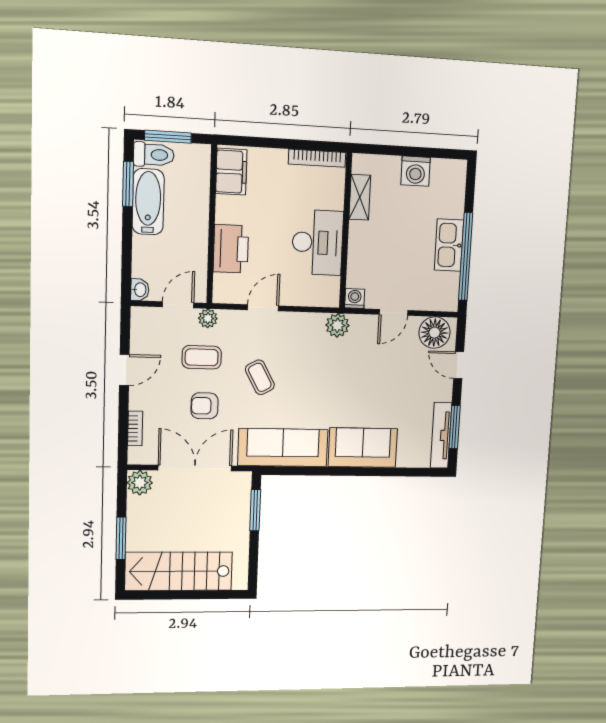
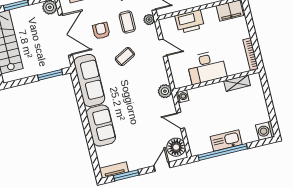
washing machine: (416, 171) -> (265, 131), moved
tv unit: (441, 435) -> (114, 170), width x0.71

